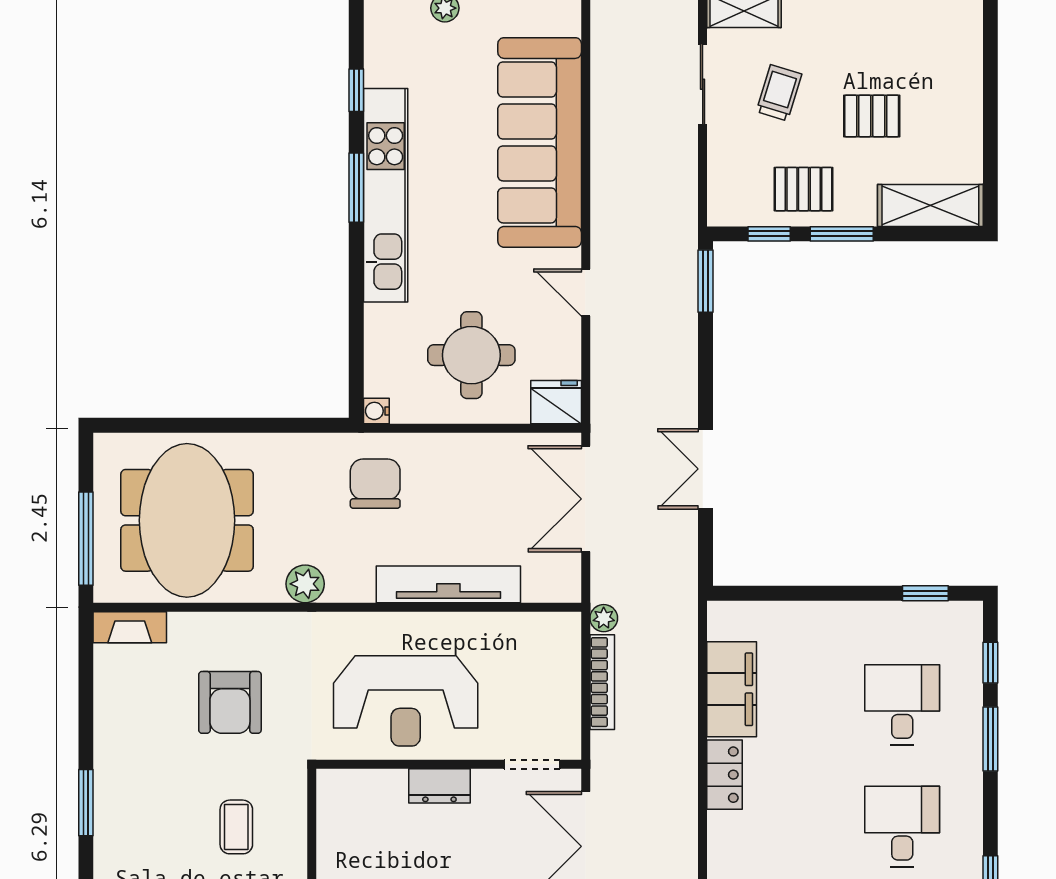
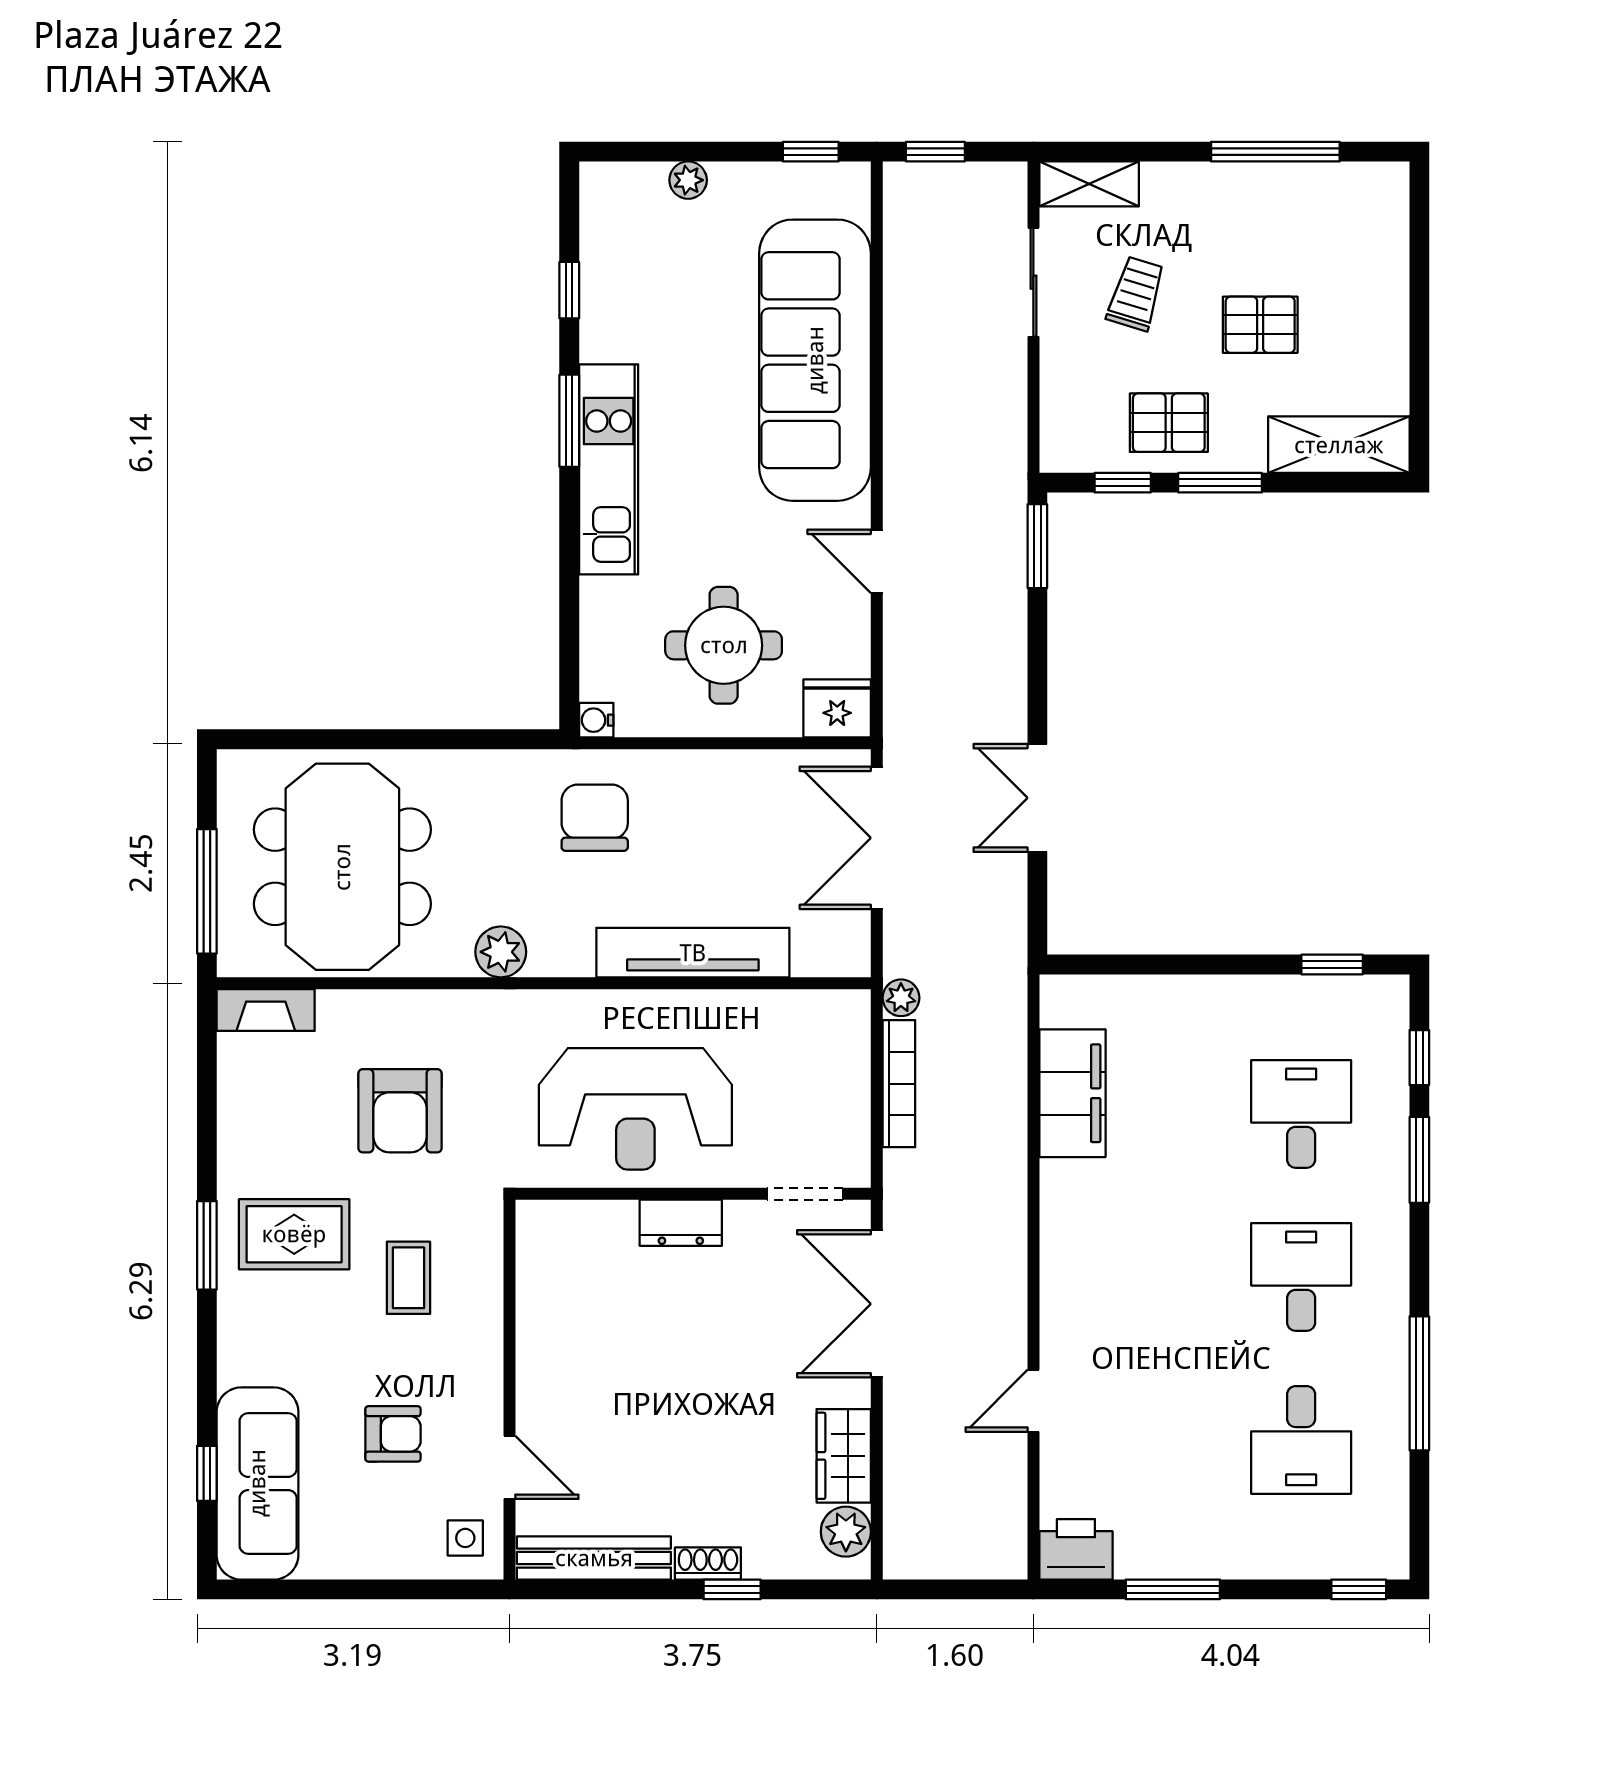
kitchen unit: (386, 195) -> (609, 469), width x0.73
locker: (724, 775) -> (1063, 1208), removed
rug: (151, 794) -> (294, 1234), added

